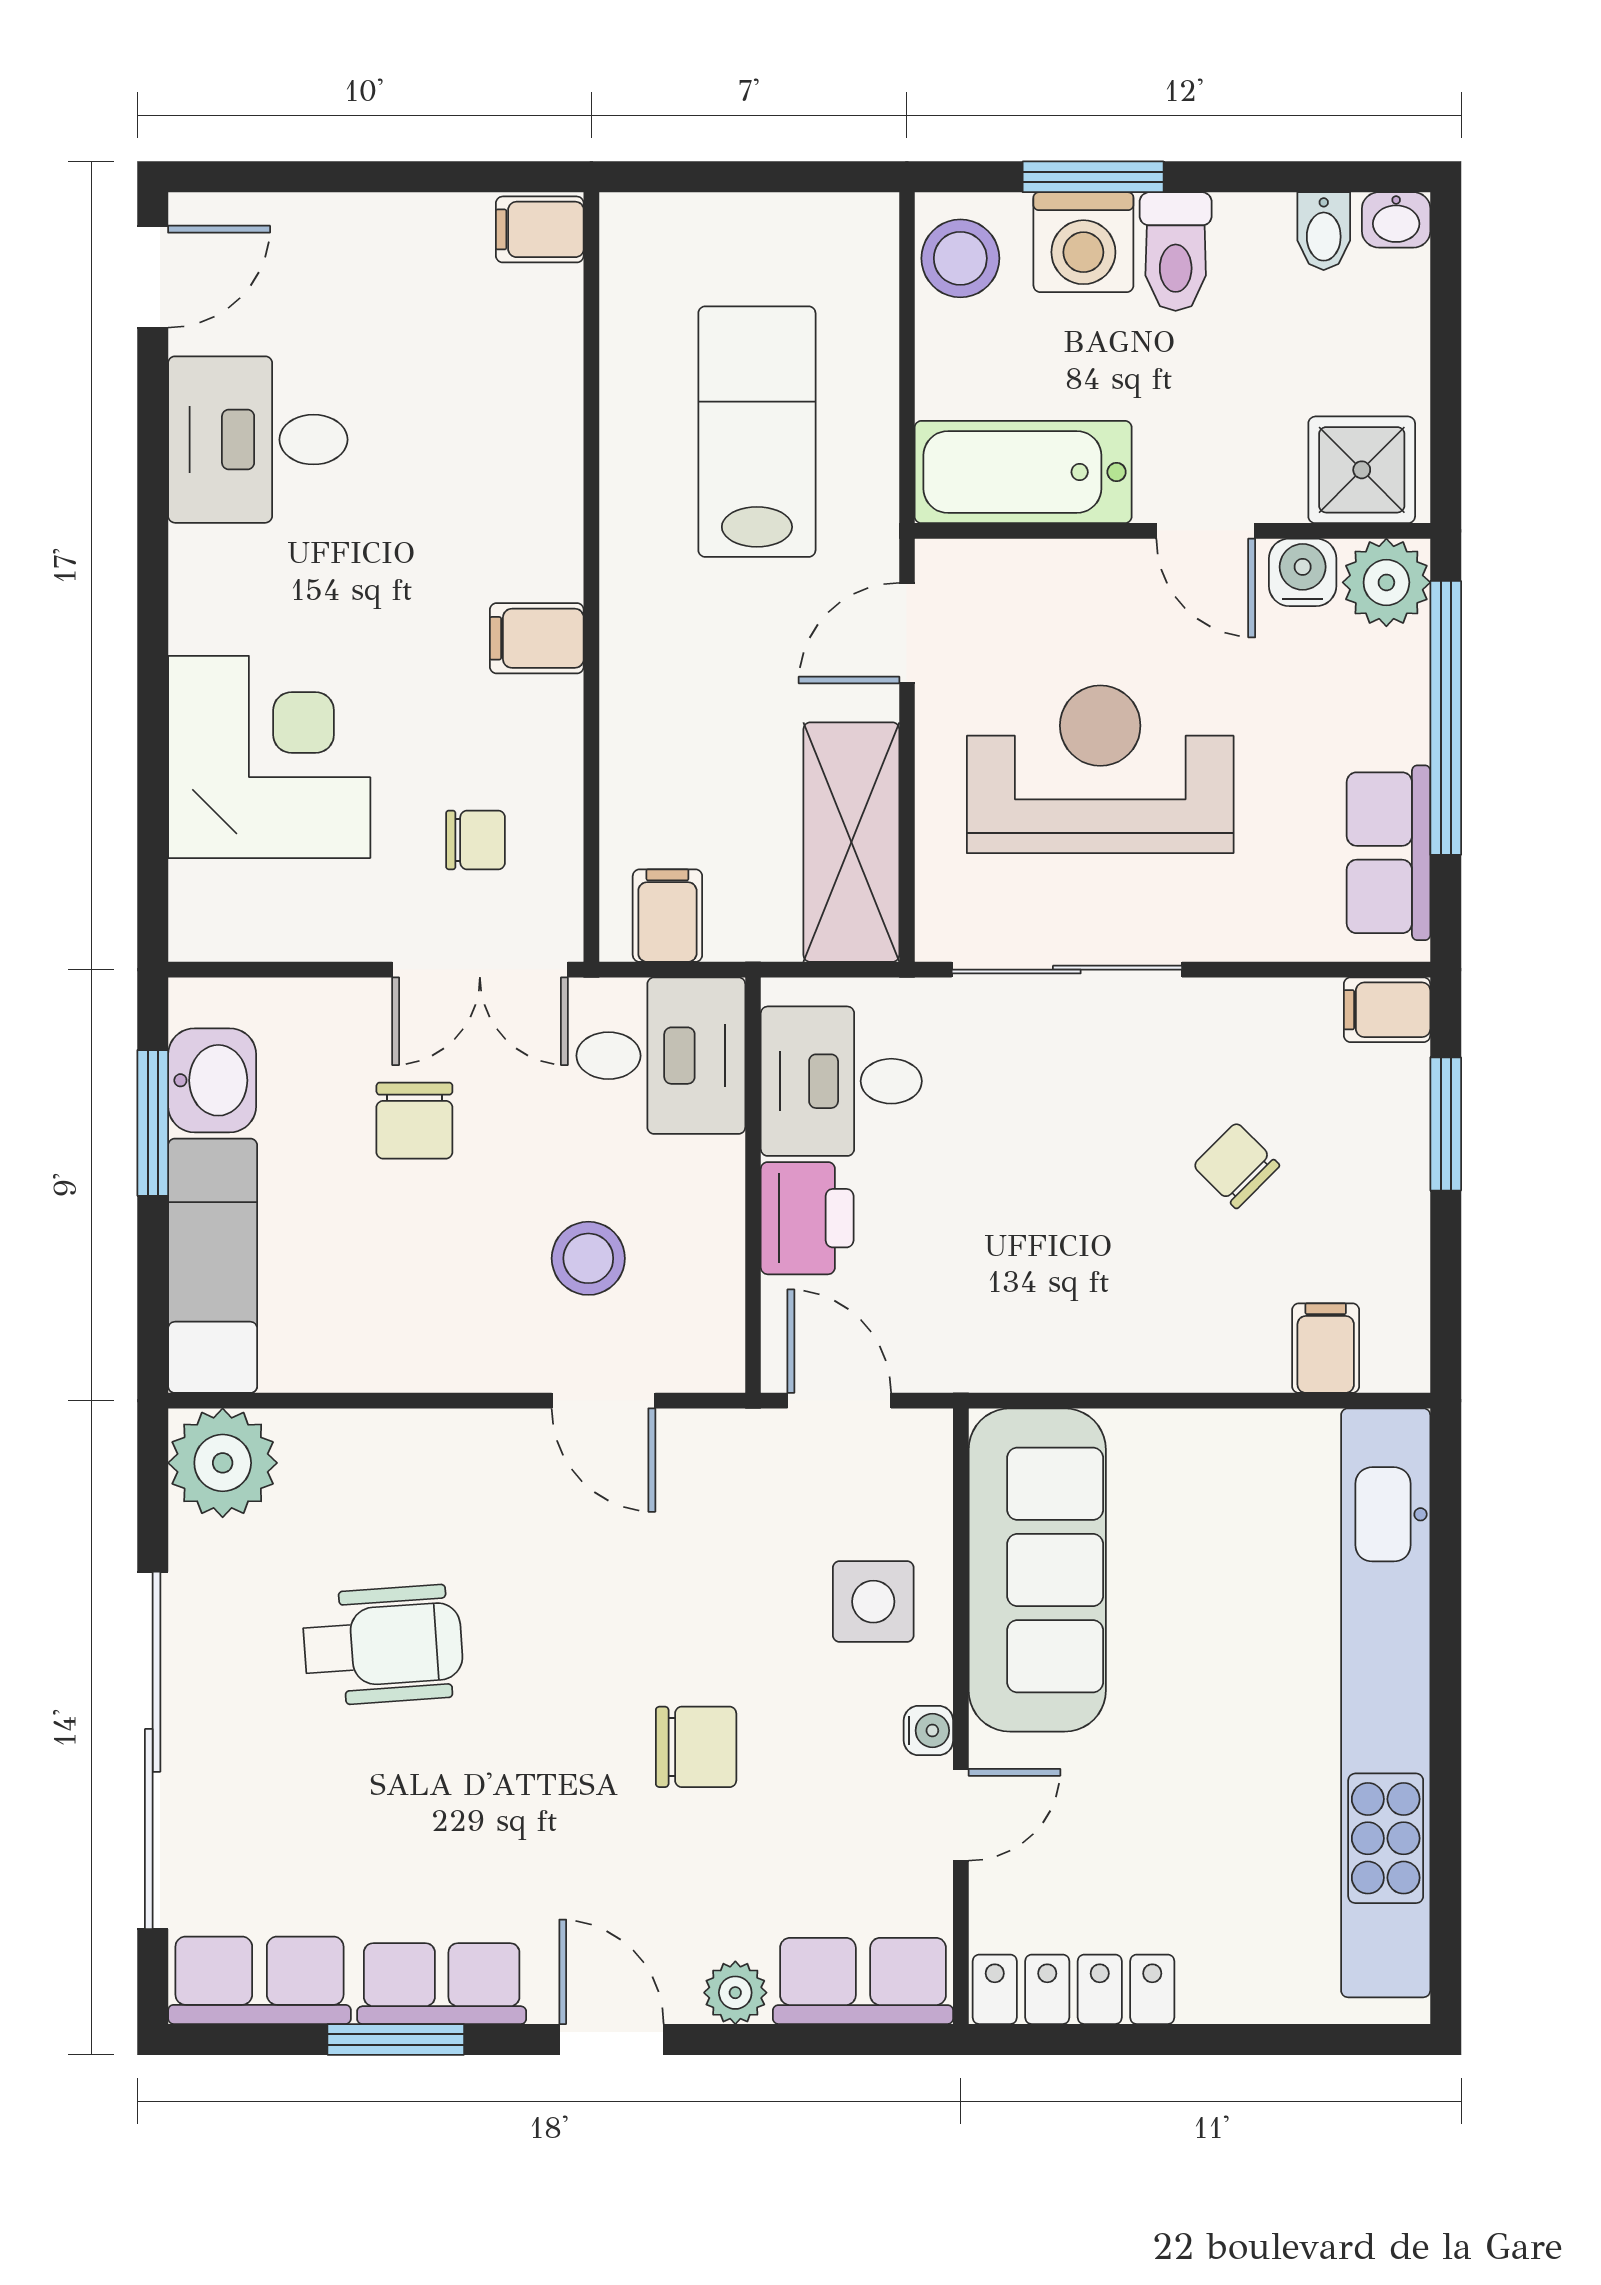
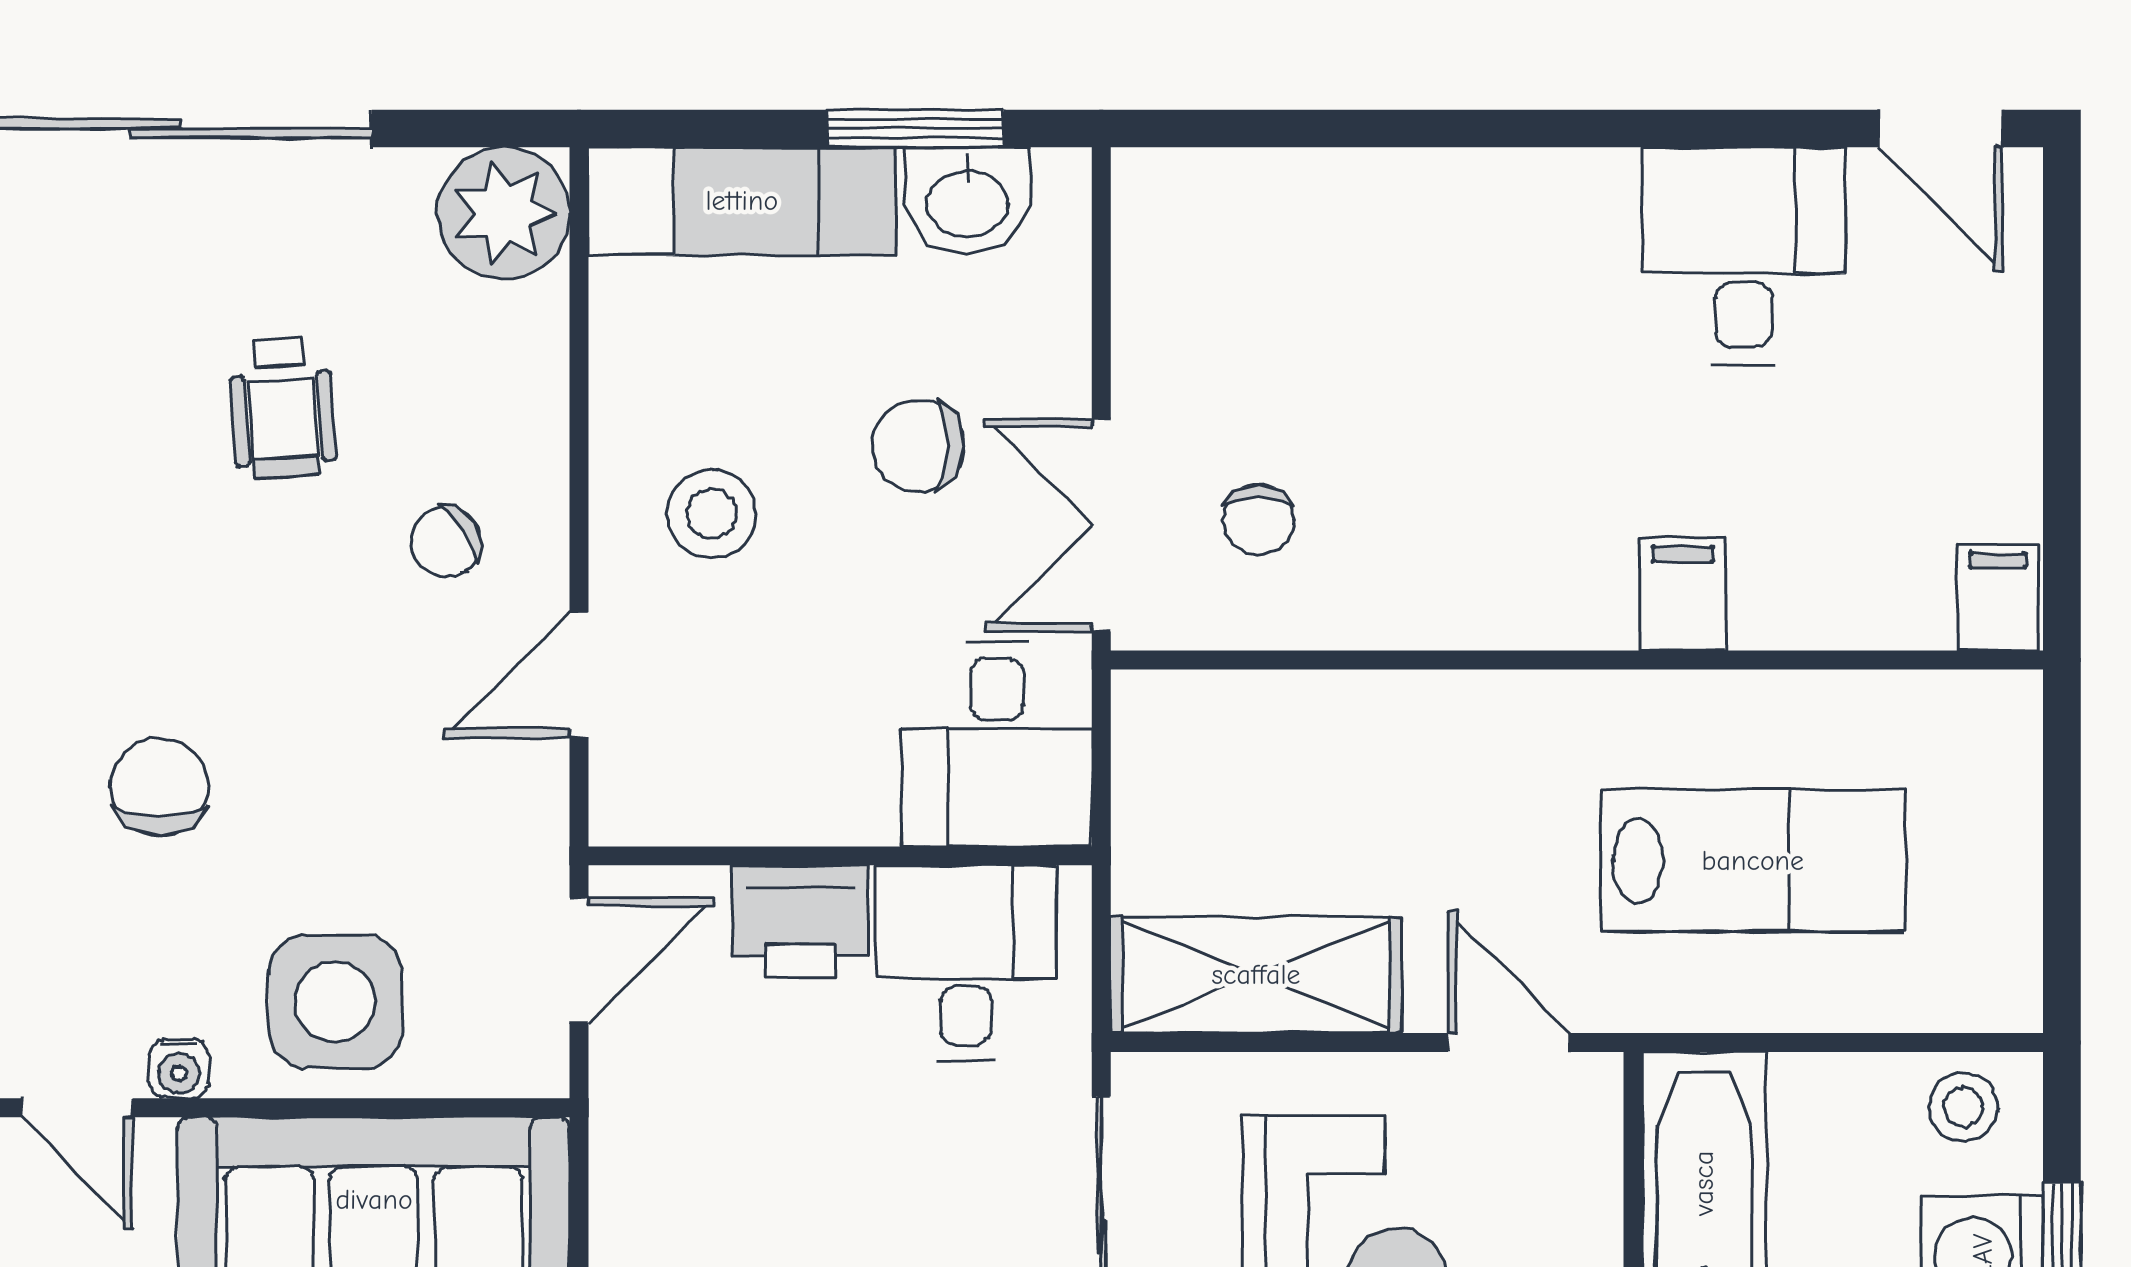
stool: (960, 258) -> (1963, 1107), width x0.73, depth x0.73
filing cabinet: (537, 638) -> (1683, 594), moved
corner desk: (269, 757) -> (1359, 270), removed
filing cabinet: (667, 916) -> (1167, 752), removed
stool: (588, 1258) -> (711, 514), moved
chair: (494, 1510) -> (446, 542), added
side table: (873, 1602) -> (335, 1002), width x1.37, depth x1.37
wheelchair: (383, 1645) -> (282, 408), width x0.73, depth x0.73
chair: (696, 1747) -> (159, 787), turned 180

